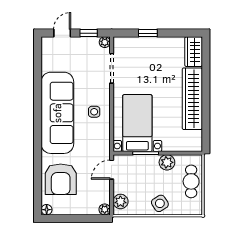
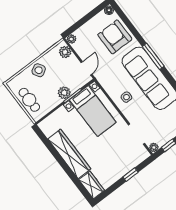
window: (38, 132) -> (153, 56), added
plant: (167, 162) -> (64, 93), moved

